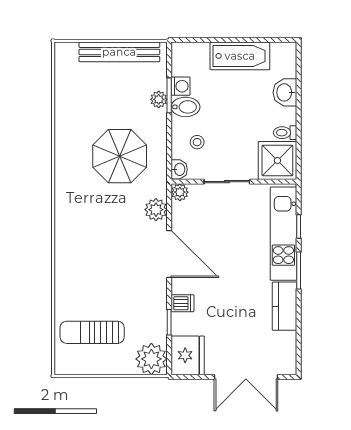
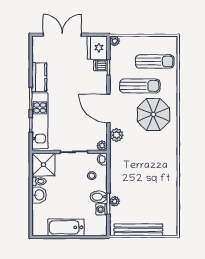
washbasin: (285, 92) -> (39, 195), moved
parasol: (120, 156) -> (153, 115), moved
sun lounger: (117, 292) -> (140, 86), added
dishwasher: (182, 303) -> (100, 66), moved
plant: (151, 359) -> (115, 41), width x0.53, depth x0.53

